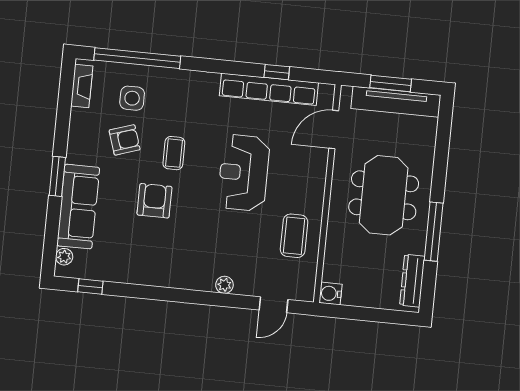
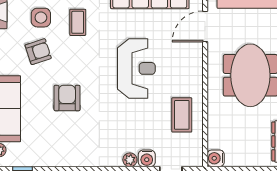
coffee table: (174, 153) -> (78, 22), moved
reception desk: (244, 173) -> (136, 68), turned 180
water cooler: (245, 285) -> (147, 158), added

